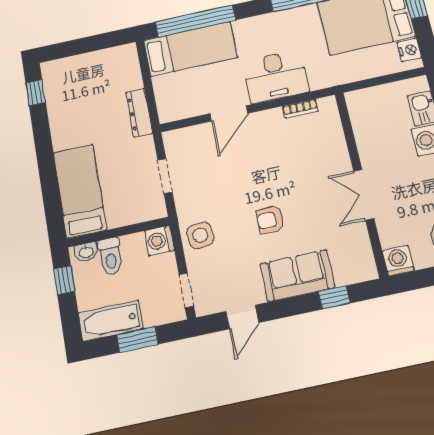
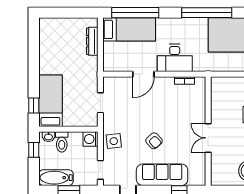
window: (36, 93) -> (34, 105), moved
dresser: (139, 113) -> (92, 41), moved
armchair: (270, 220) -> (154, 141), turned -133
washing machine: (398, 261) -> (218, 178), removed
sofa: (297, 276) -> (162, 175), width x1.36

